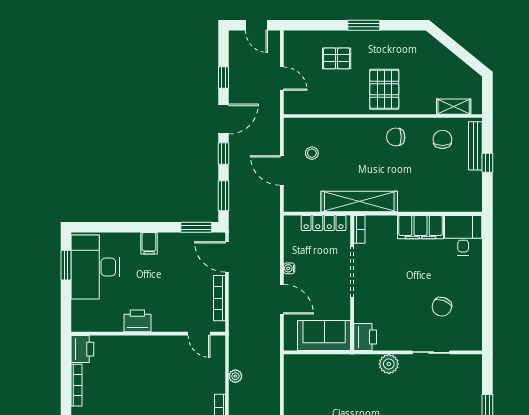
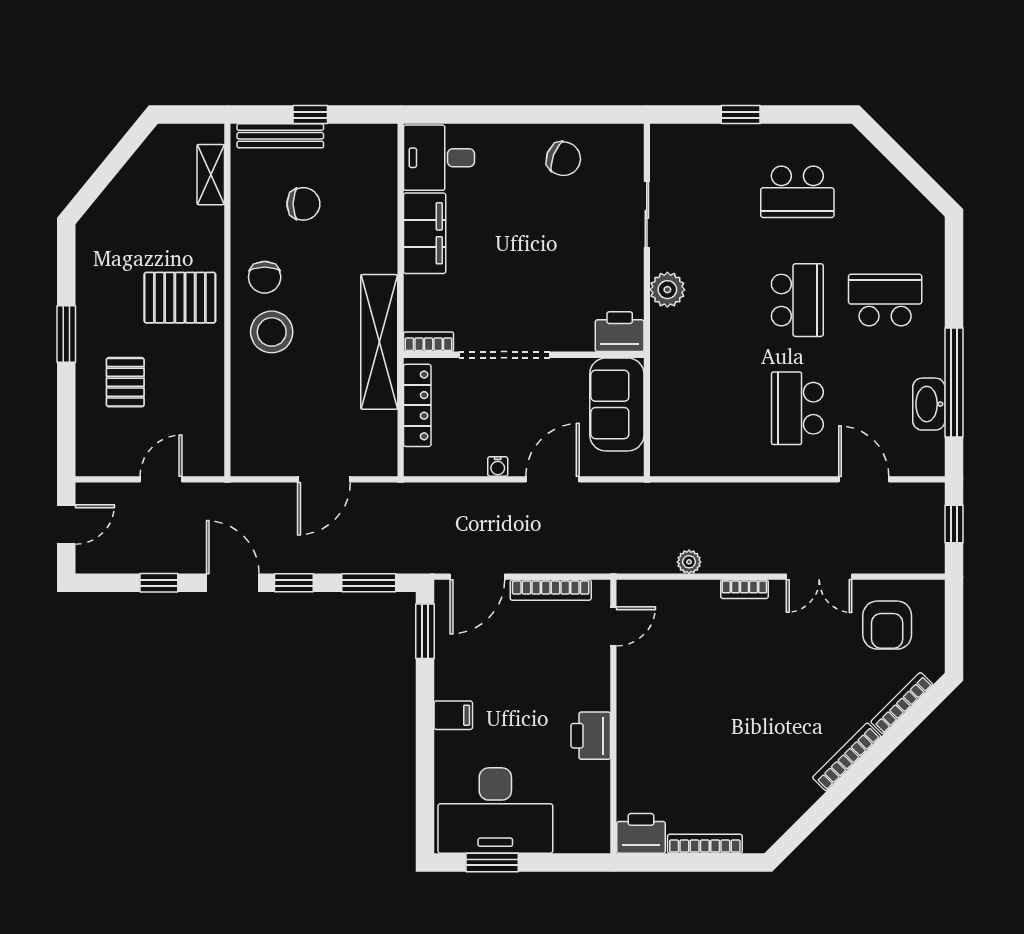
chair: (442, 139) -> (303, 204), moved, turned 180
stool: (312, 153) -> (272, 332), moved, width x1.89, depth x1.89
chair: (442, 307) -> (563, 159), moved

